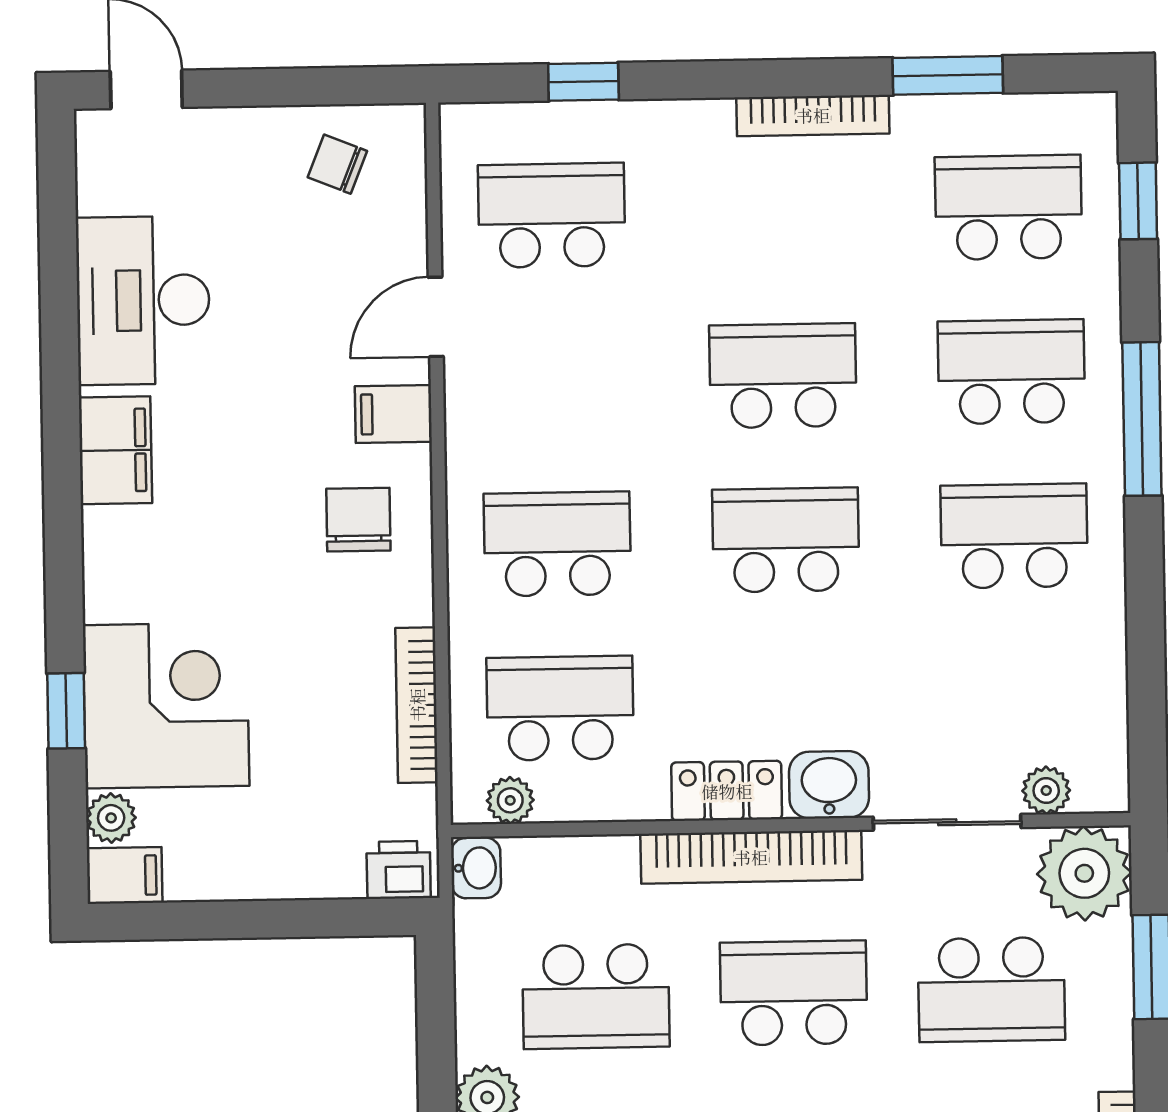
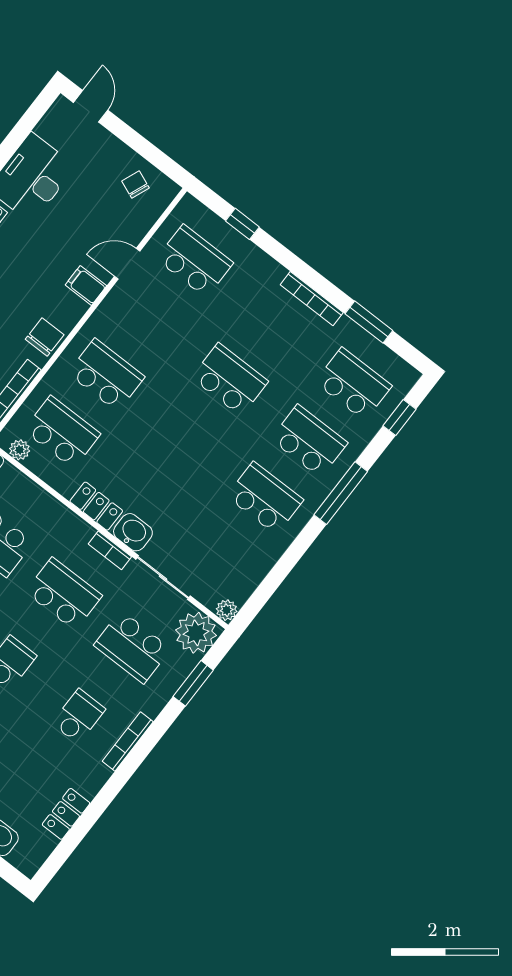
chair: (358, 520) -> (45, 337), moved
school desk: (786, 540) -> (186, 437), removed
plant: (1046, 790) -> (227, 610), moved
bookcase: (751, 857) -> (110, 550), width x0.43, depth x0.76

